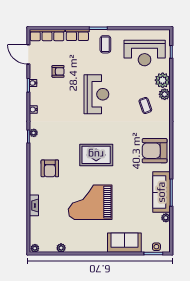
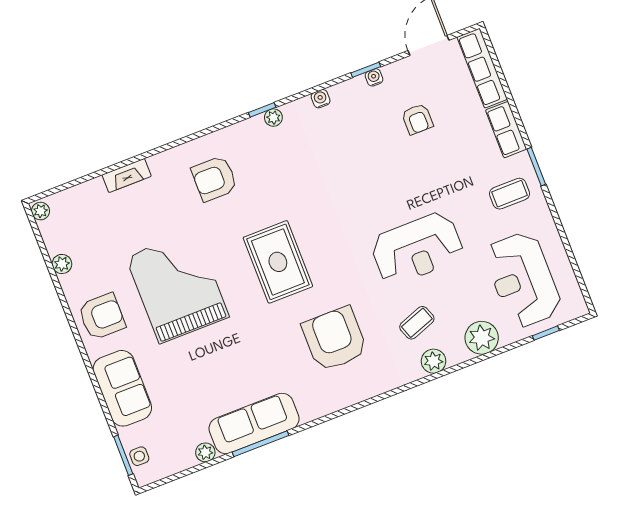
reception desk: (96, 94) -> (417, 248), moved
plant: (165, 94) -> (434, 361), moved
armchair: (155, 151) -> (335, 339), moved
armchair: (90, 240) -> (102, 316), added

